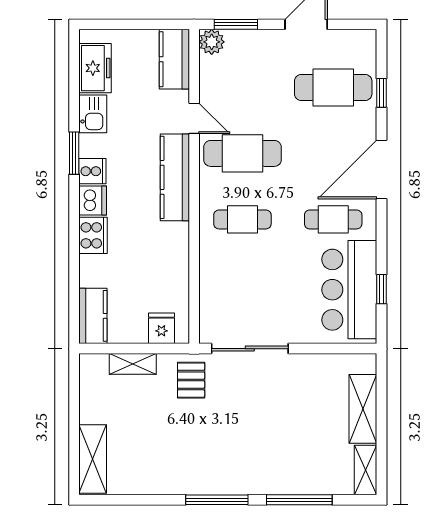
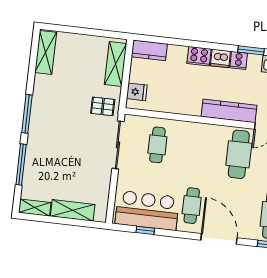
cafe table: (242, 219) -> (157, 145), moved
shelving: (133, 364) -> (116, 64), width x1.50, depth x1.33
shelving: (93, 459) -> (46, 52), moved, turned 90

